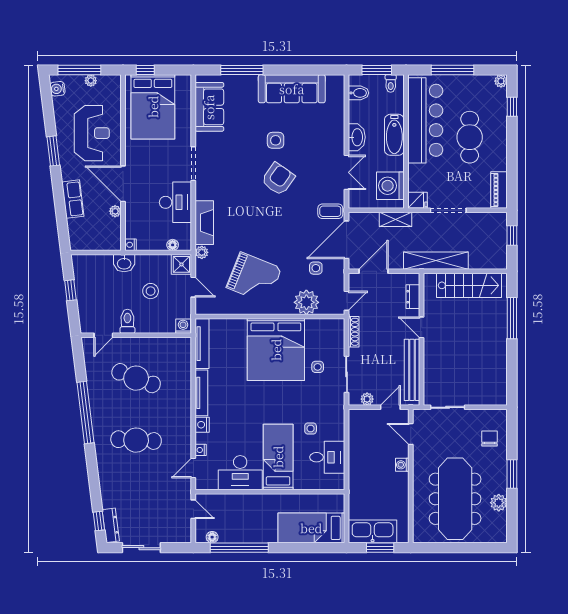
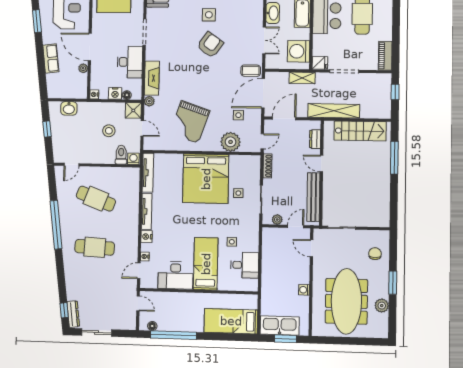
nightstand: (157, 243) -> (115, 93), added
washbasin: (124, 263) -> (69, 108), moved
grand piano: (254, 278) -> (190, 122), turned 87
toilet: (127, 321) -> (121, 155), moved
washing machine: (402, 465) -> (304, 290), moved

